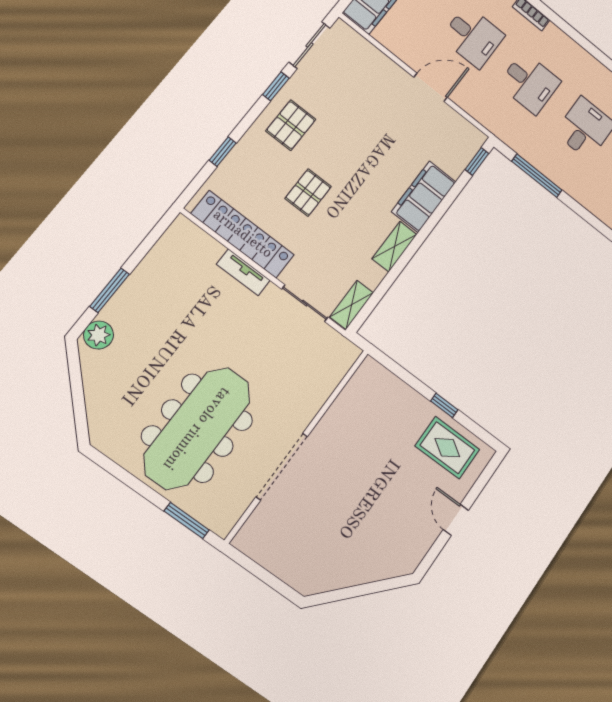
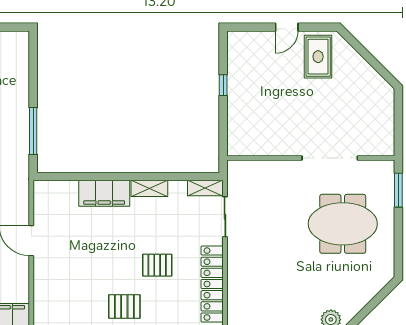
window: (477, 161) -> (55, 176), removed
tv unit: (243, 272) -> (234, 267), removed
meeting table: (197, 428) -> (343, 224), width x0.73
rug: (447, 448) -> (318, 57), moved

